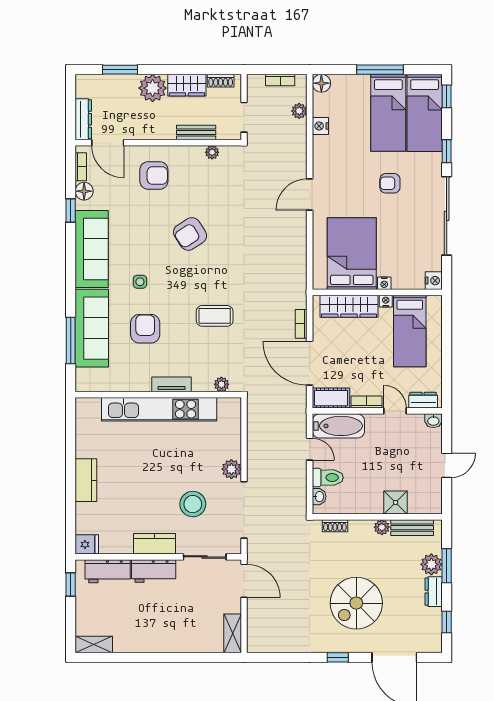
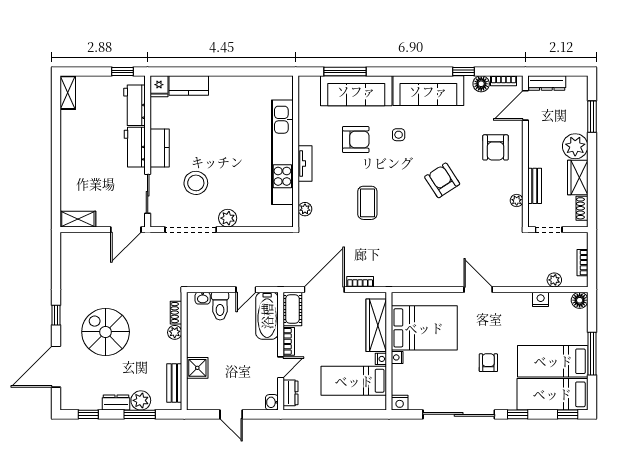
kitchen counter: (86, 480) -> (189, 85), moved
plant: (382, 527) -> (175, 332), moved

